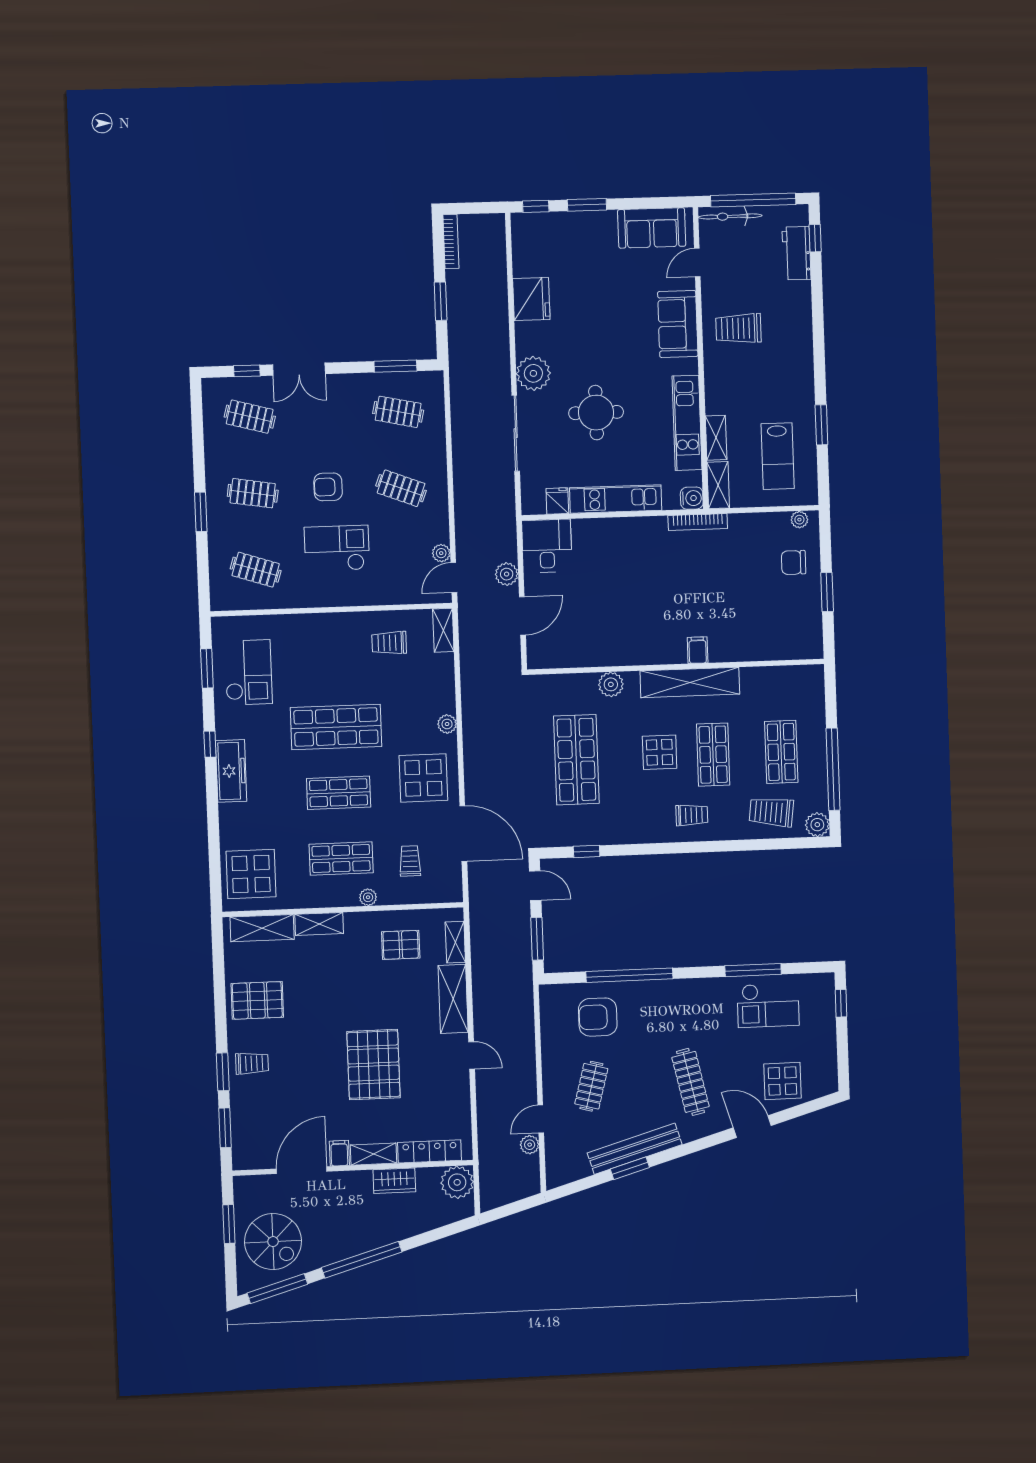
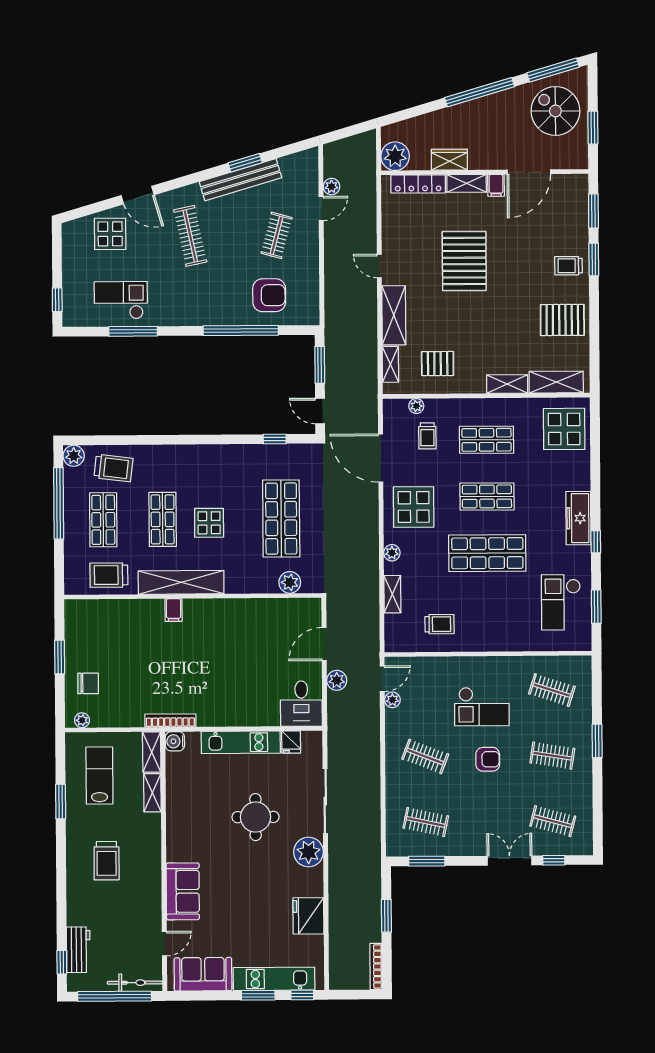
trolley: (739, 328) -> (107, 861), moved, turned 90
kitchen unit: (687, 423) -> (274, 979), moved, turned -90
shelving: (443, 630) -> (392, 594), moved
plant: (611, 684) -> (290, 582), moved
trolley: (692, 815) -> (109, 575), moved, width x1.36, depth x1.39
plant: (368, 897) -> (416, 406), moved

